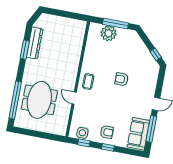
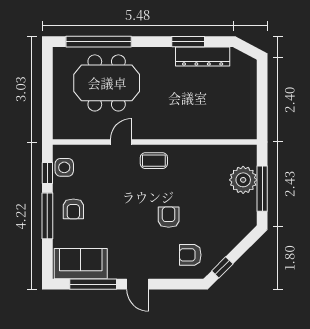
armchair: (145, 71) -> (190, 255), added
window: (108, 147) -> (47, 216), width x2.17

